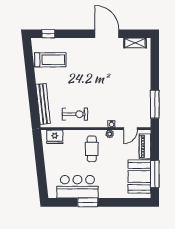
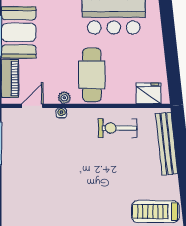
cafe table: (92, 149) -> (92, 75), width x1.37, depth x1.35

